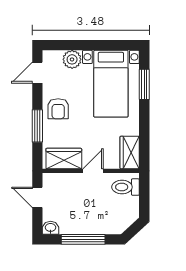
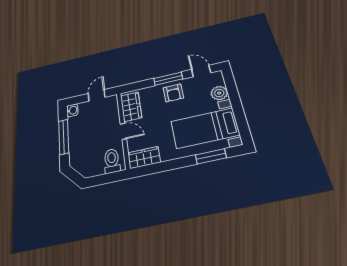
armchair: (58, 109) -> (173, 93), turned -90
window: (37, 126) -> (168, 79), moved

